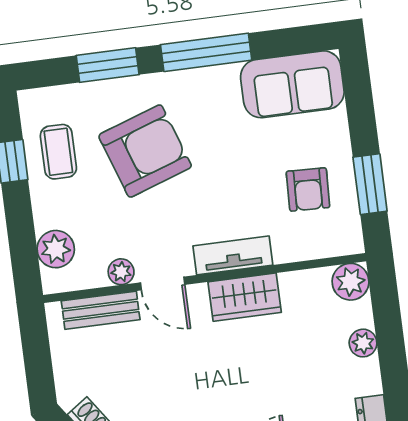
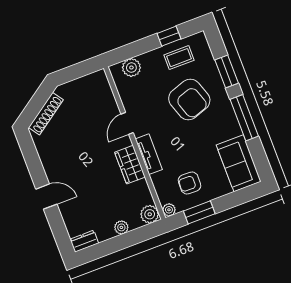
plant: (121, 272) -> (169, 210), moved
bench: (101, 310) -> (107, 96), removed

